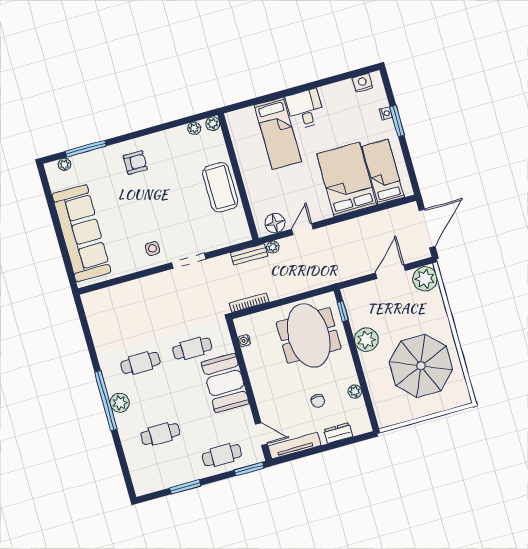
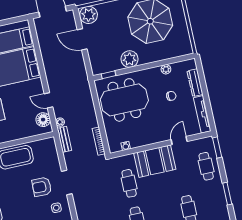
armchair: (181, 226) -> (42, 187), added
dresser: (338, 433) -> (195, 83), width x1.44
door: (261, 434) -> (179, 141), moved

